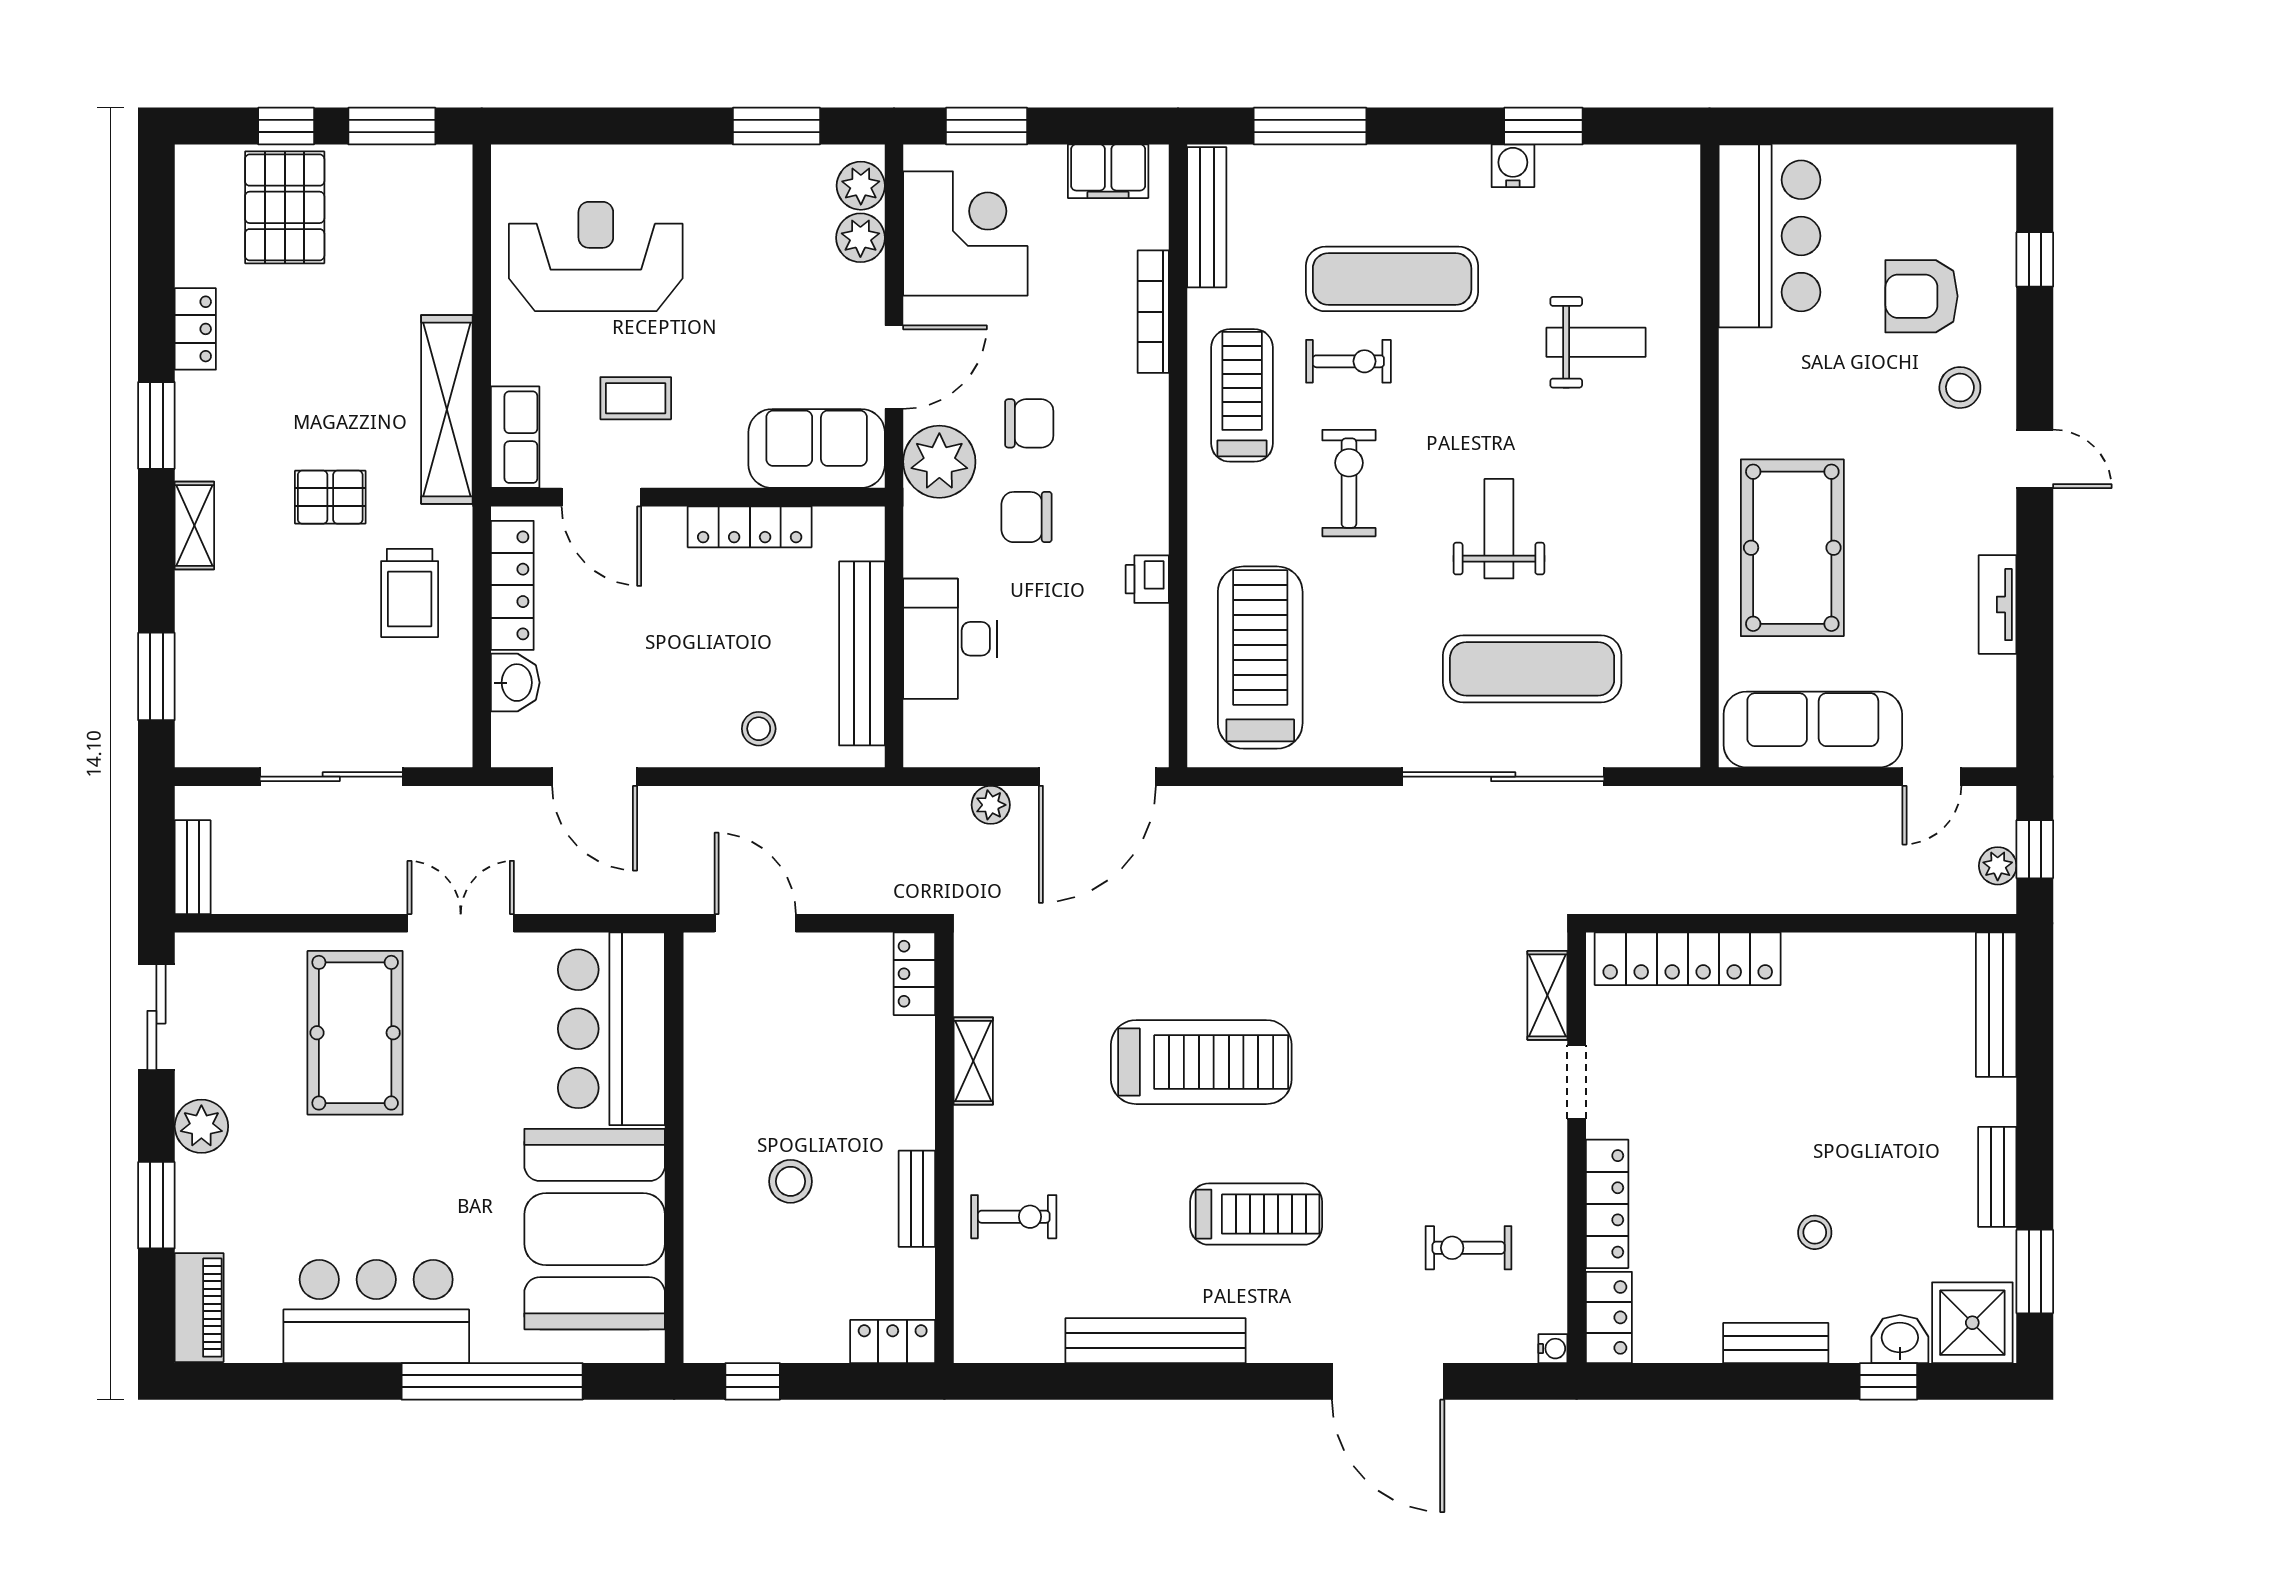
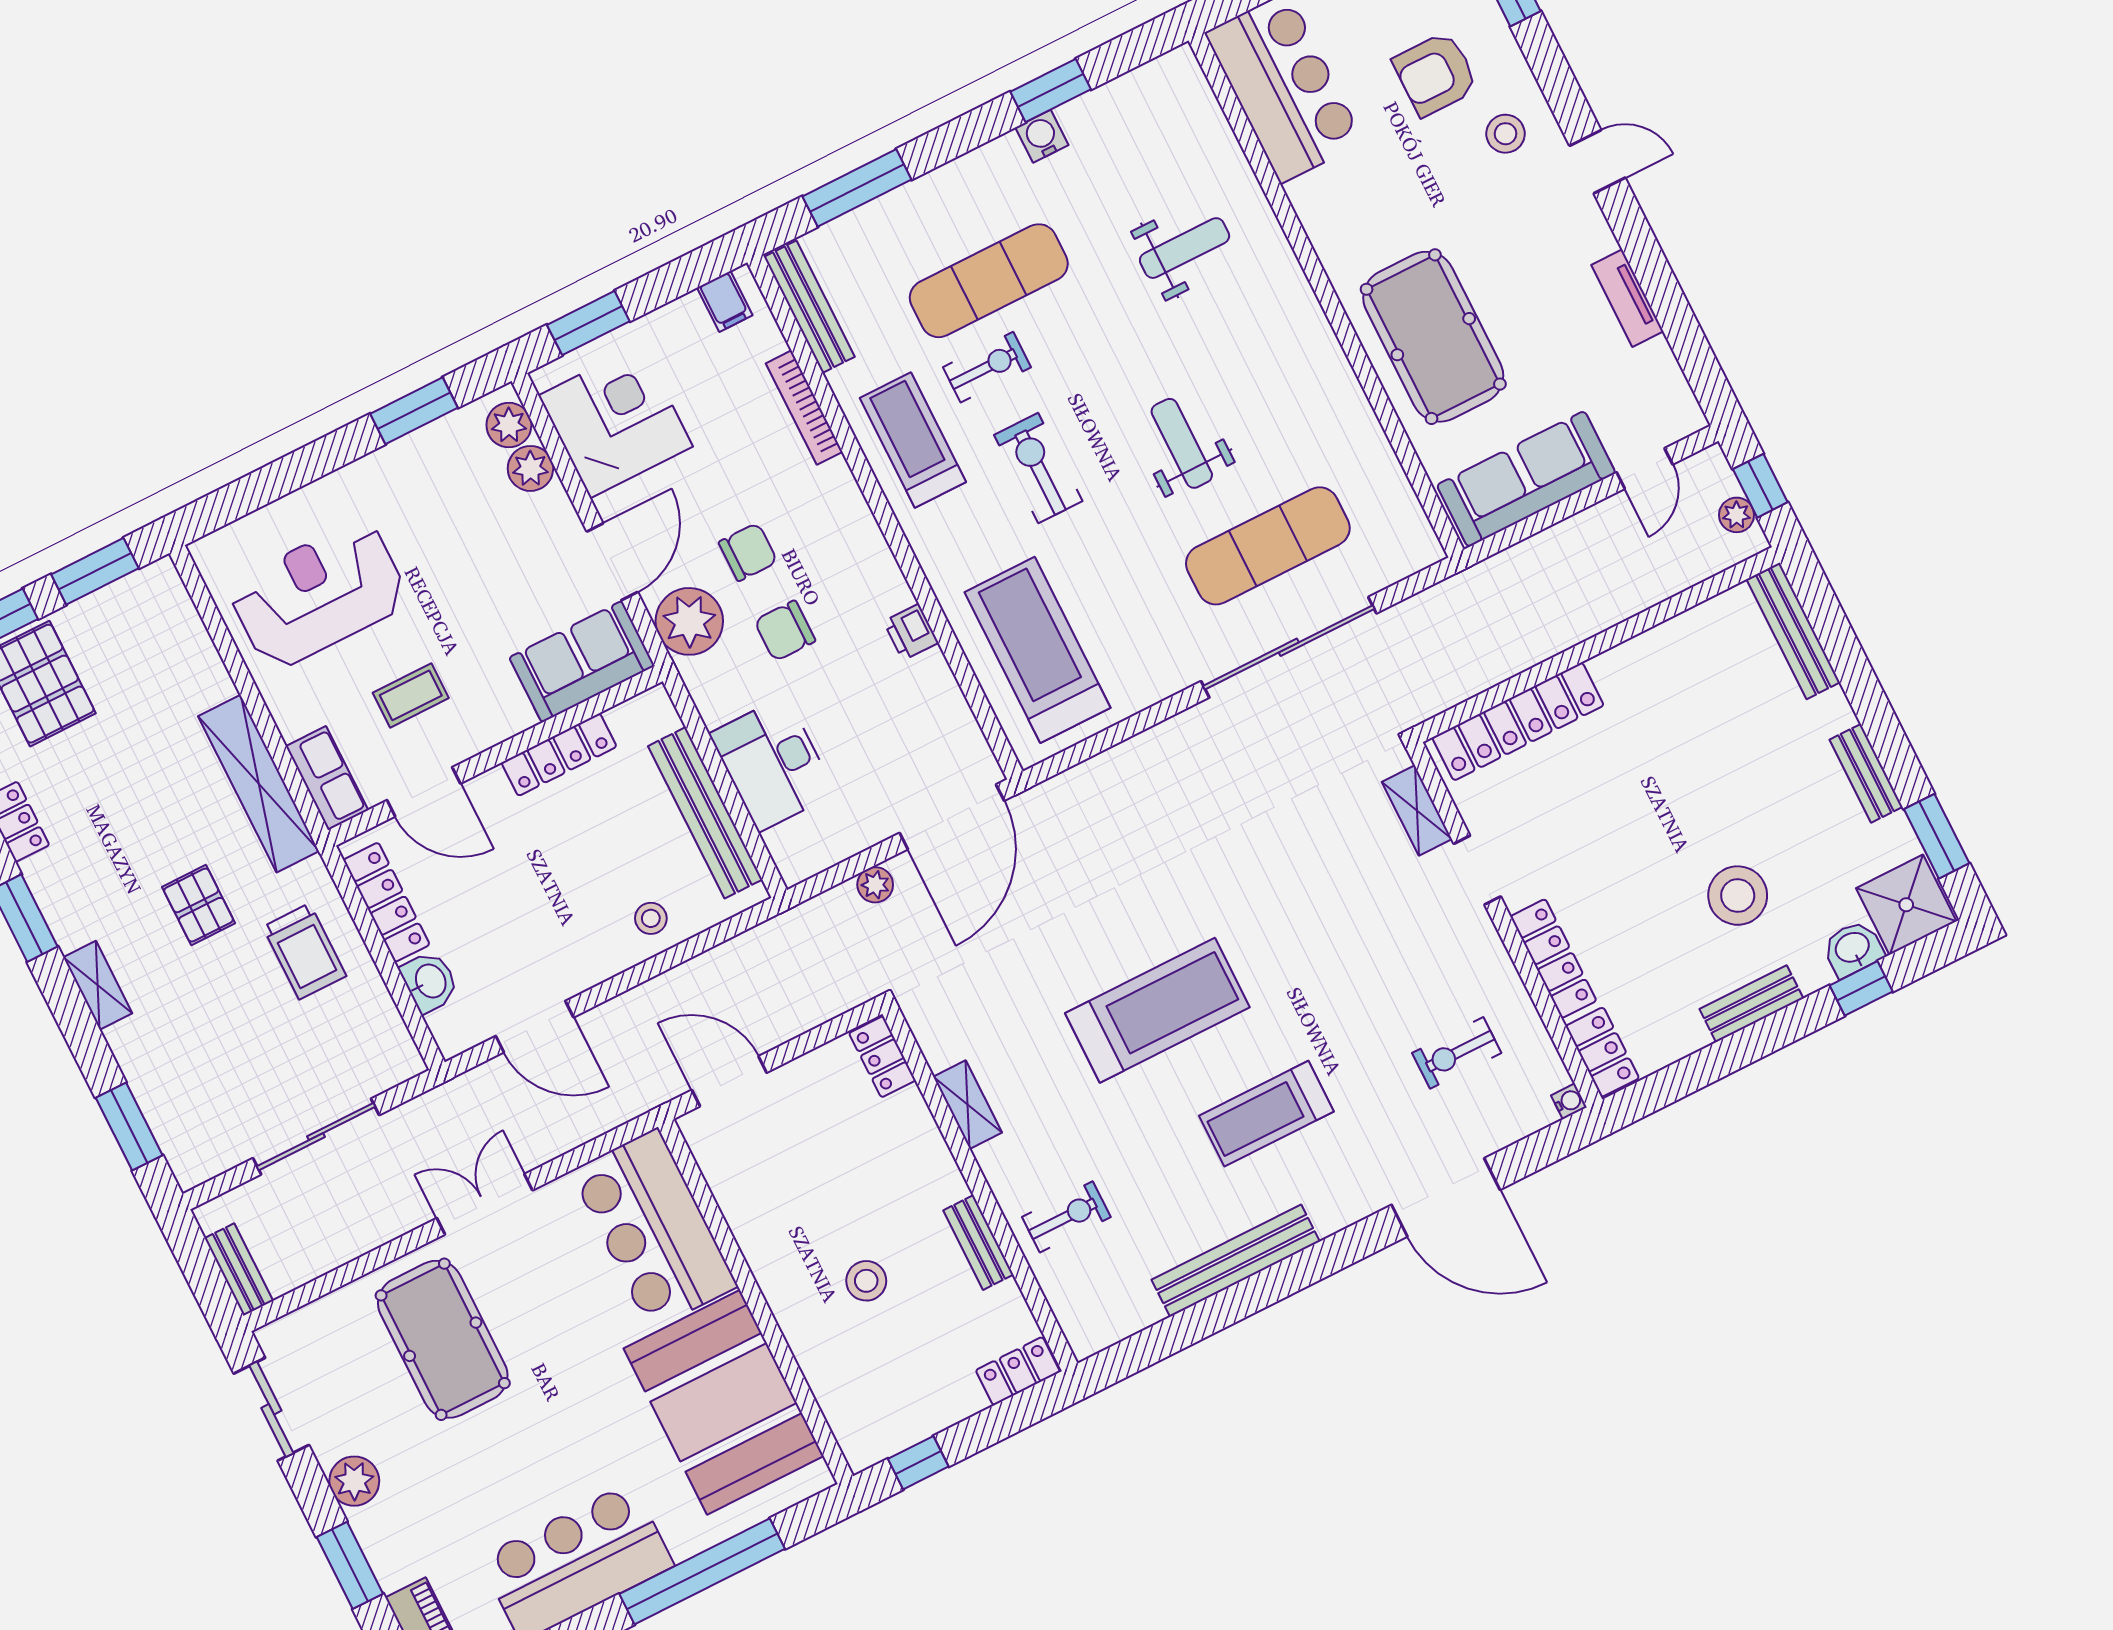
filing cabinet: (1108, 171) -> (725, 301), width x0.50
pallet: (330, 497) -> (199, 905), turned 90
treadmill: (1256, 1214) -> (1266, 1114), turned 180
stool: (1815, 1232) -> (1738, 896), width x1.89, depth x1.89

